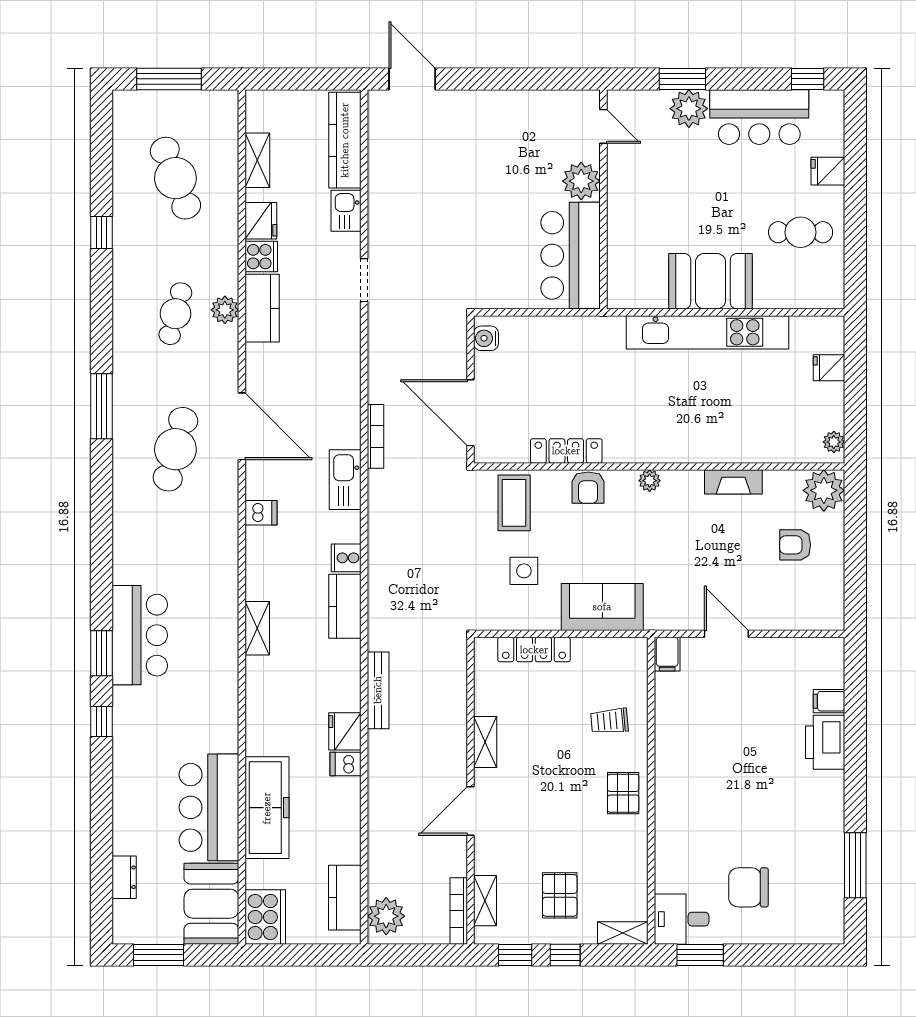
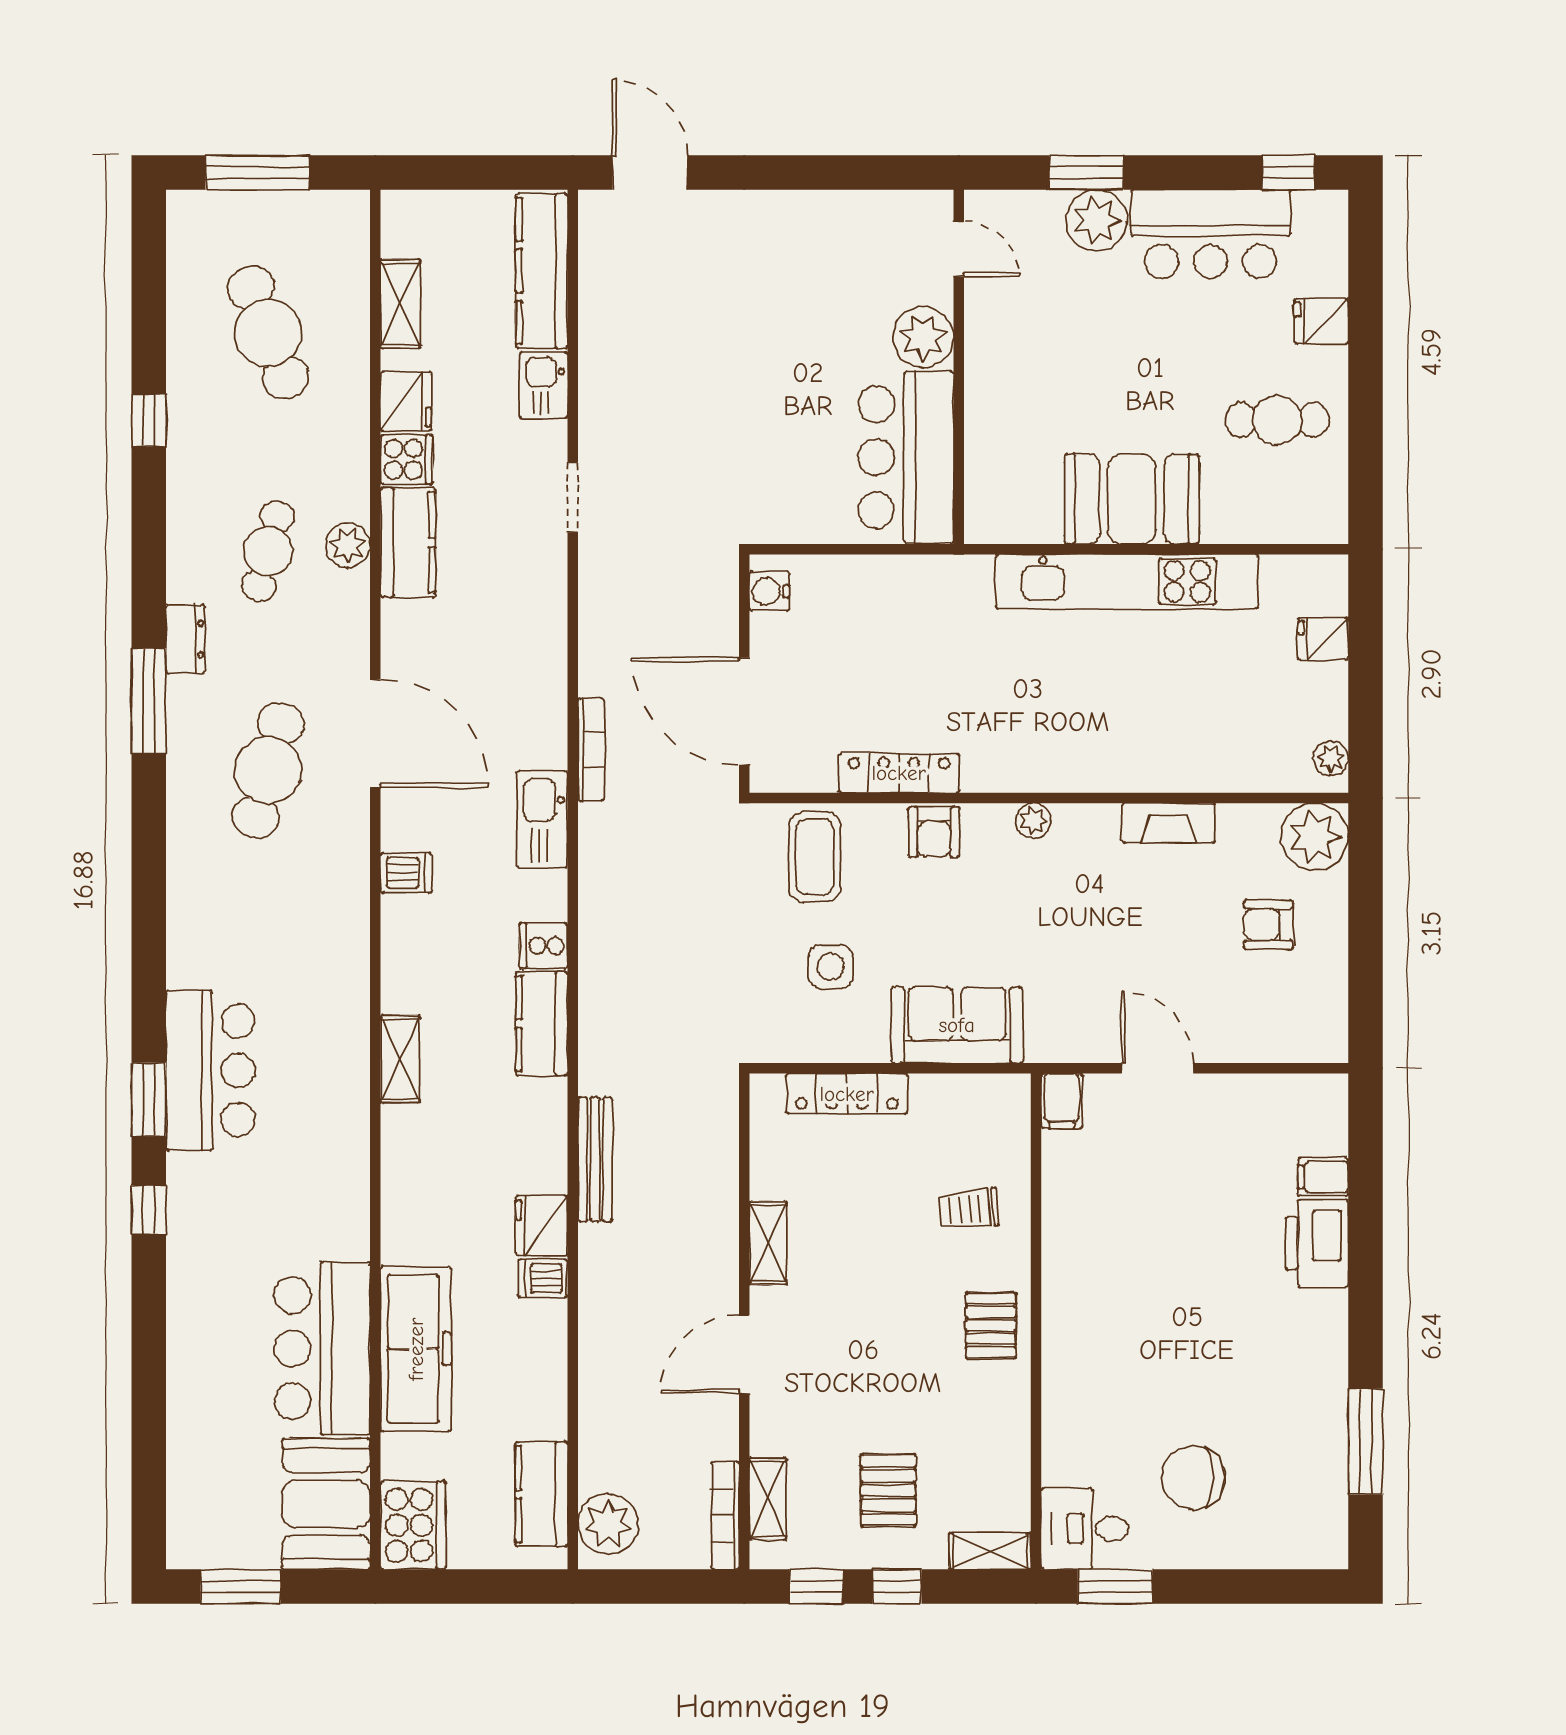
dresser: (124, 877) -> (185, 639), moved

